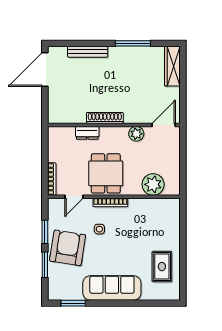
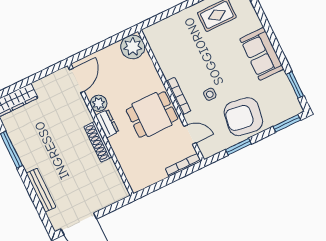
door: (164, 125) -> (77, 81), swing flipped
dresser: (87, 133) -> (107, 124), moved
plant: (153, 184) -> (133, 47), moved
window: (45, 265) -> (287, 123), moved
sofa: (112, 288) -> (262, 54), width x0.73

